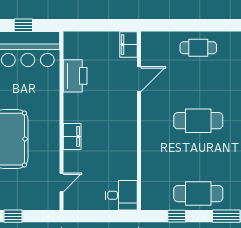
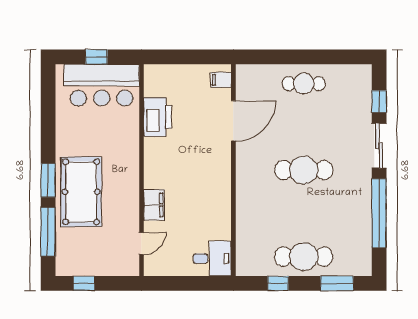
filing cabinet: (129, 45) -> (221, 80), width x0.50
door: (139, 79) -> (233, 121), width x1.36
filing cabinet: (72, 136) -> (154, 205), moved

